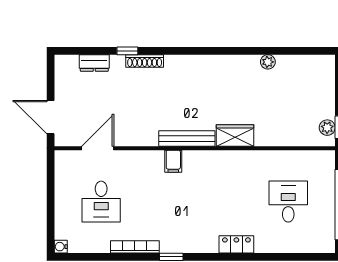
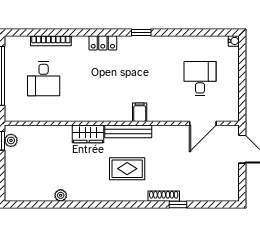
dresser: (94, 63) -> (206, 194), removed
rug: (188, 94) -> (127, 169), added
locker: (236, 244) -> (103, 43), moved
bookcase: (135, 247) -> (51, 41), moved

